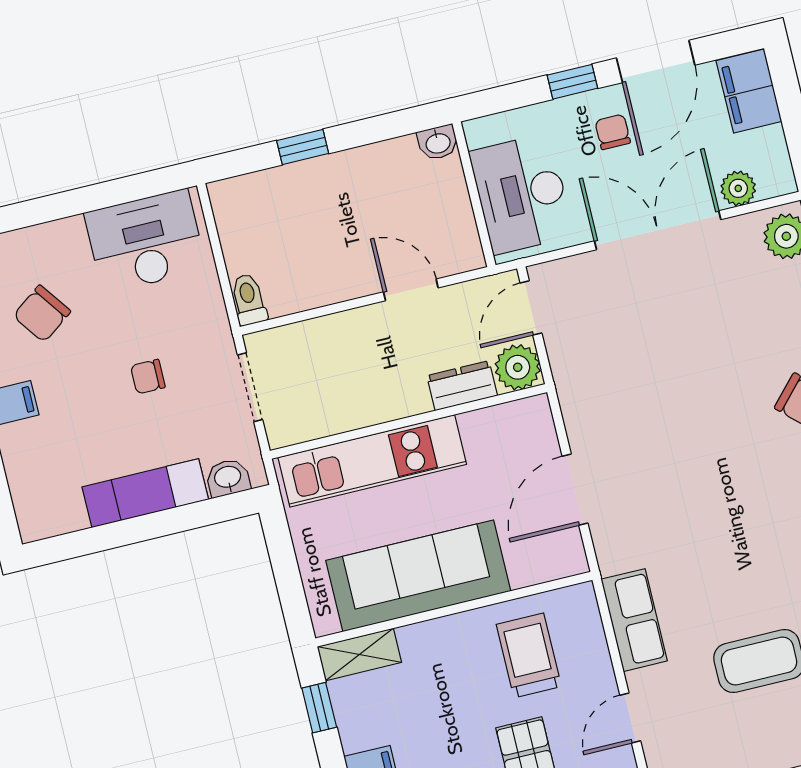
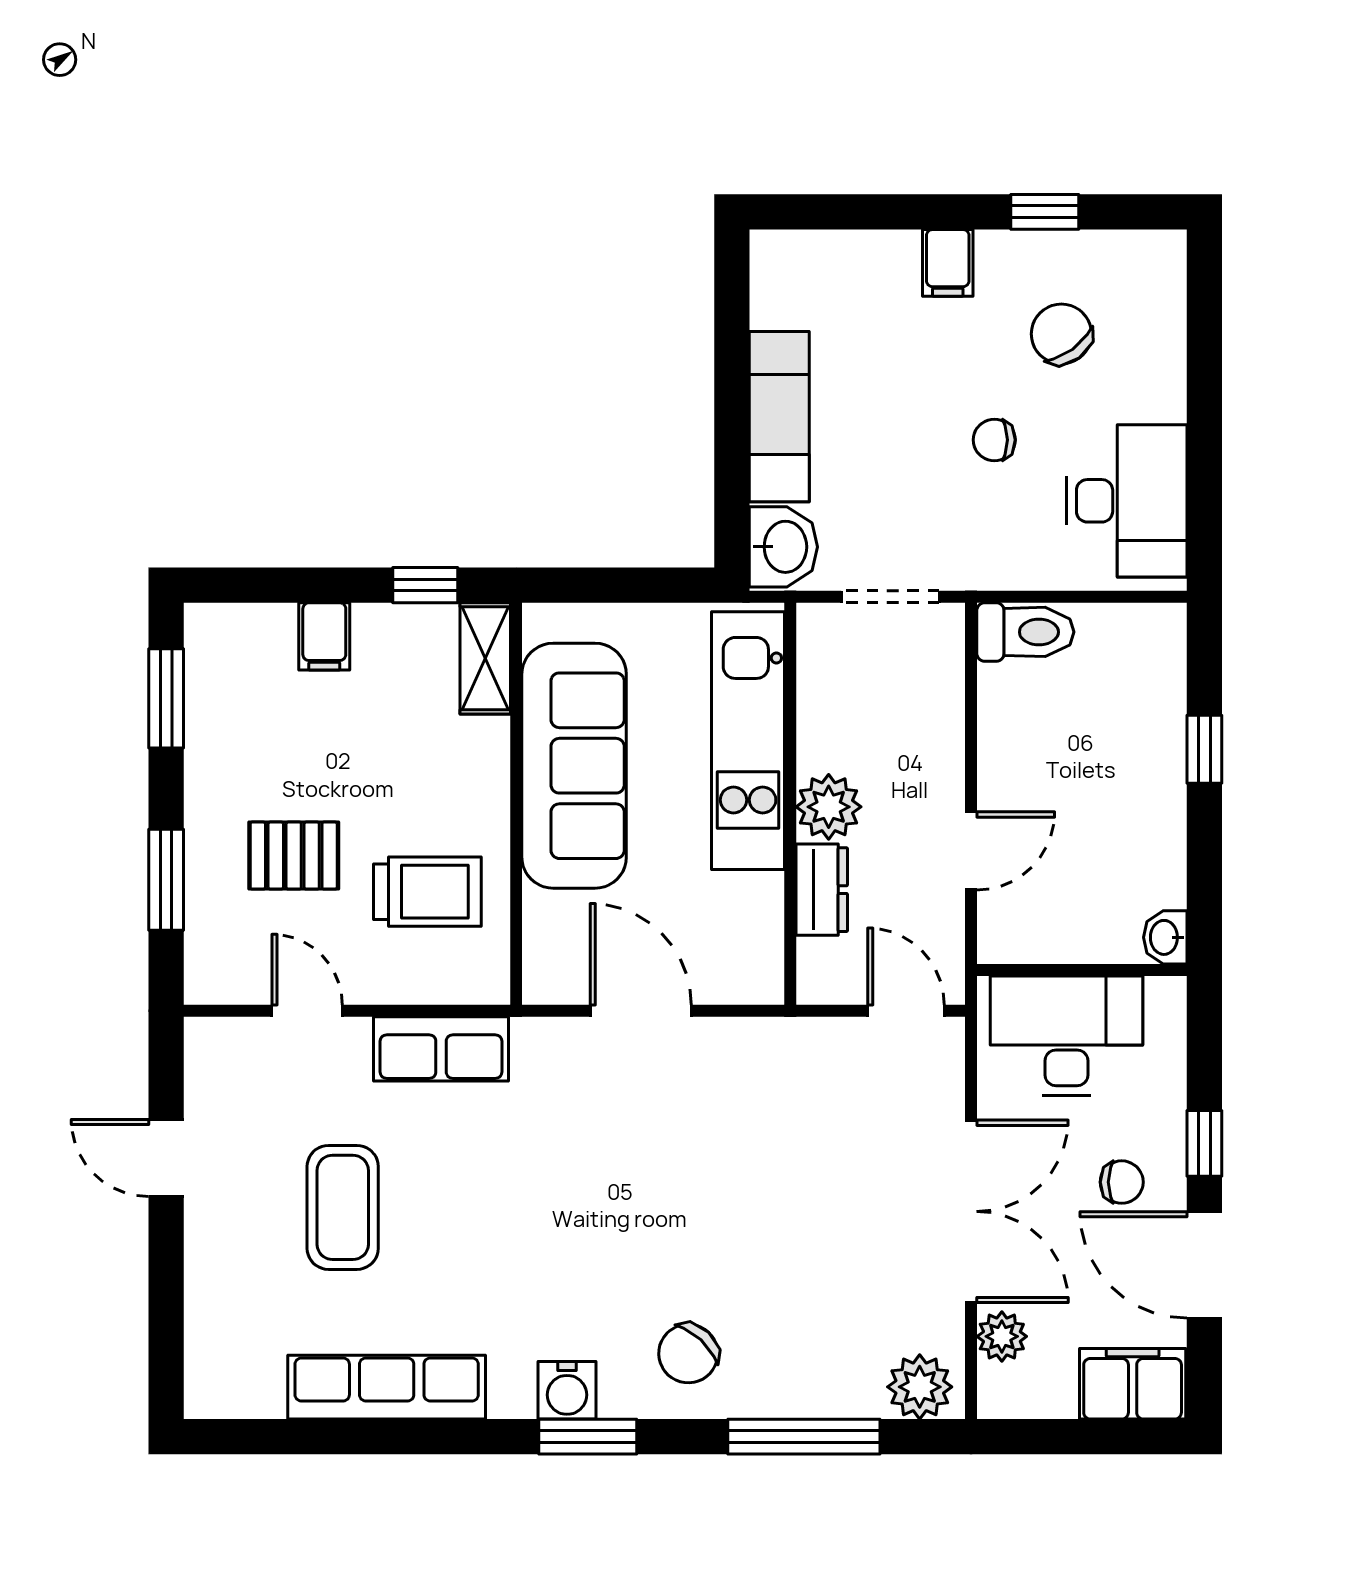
toilet: (249, 299) -> (1025, 632), width x1.37, depth x1.39
plant: (518, 367) -> (829, 807), moved
chair: (148, 377) -> (994, 440), moved, turned -90
washbasin: (228, 478) -> (783, 547), width x1.38, depth x1.45

